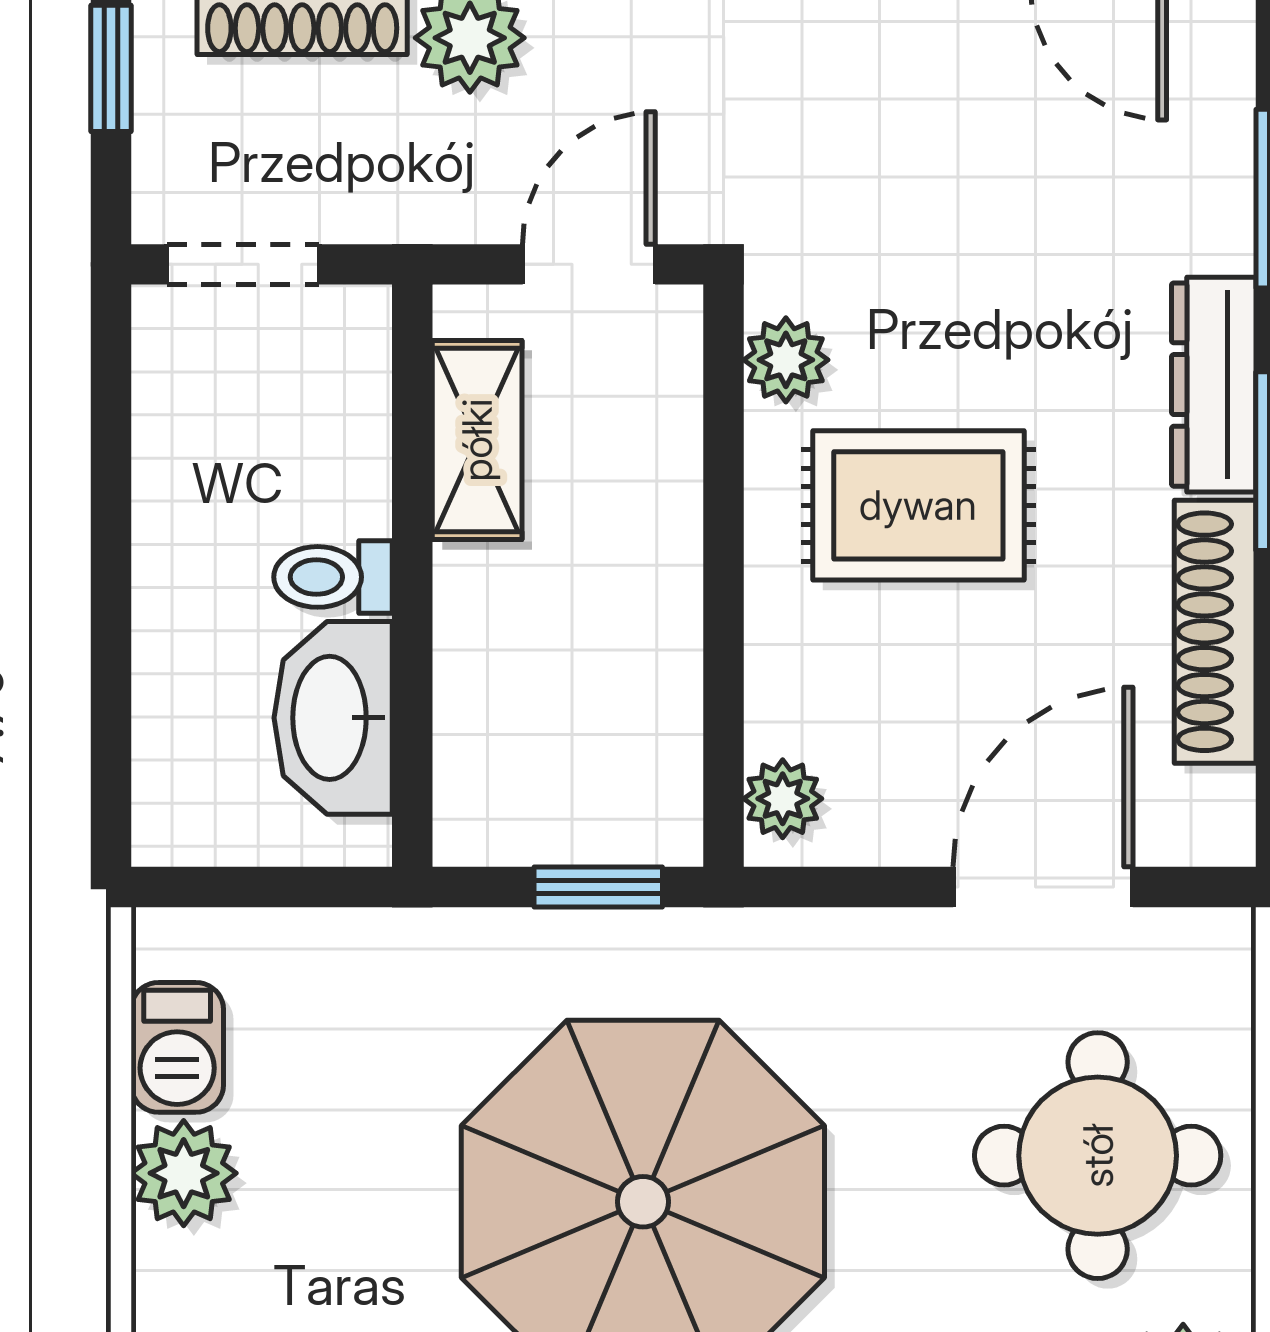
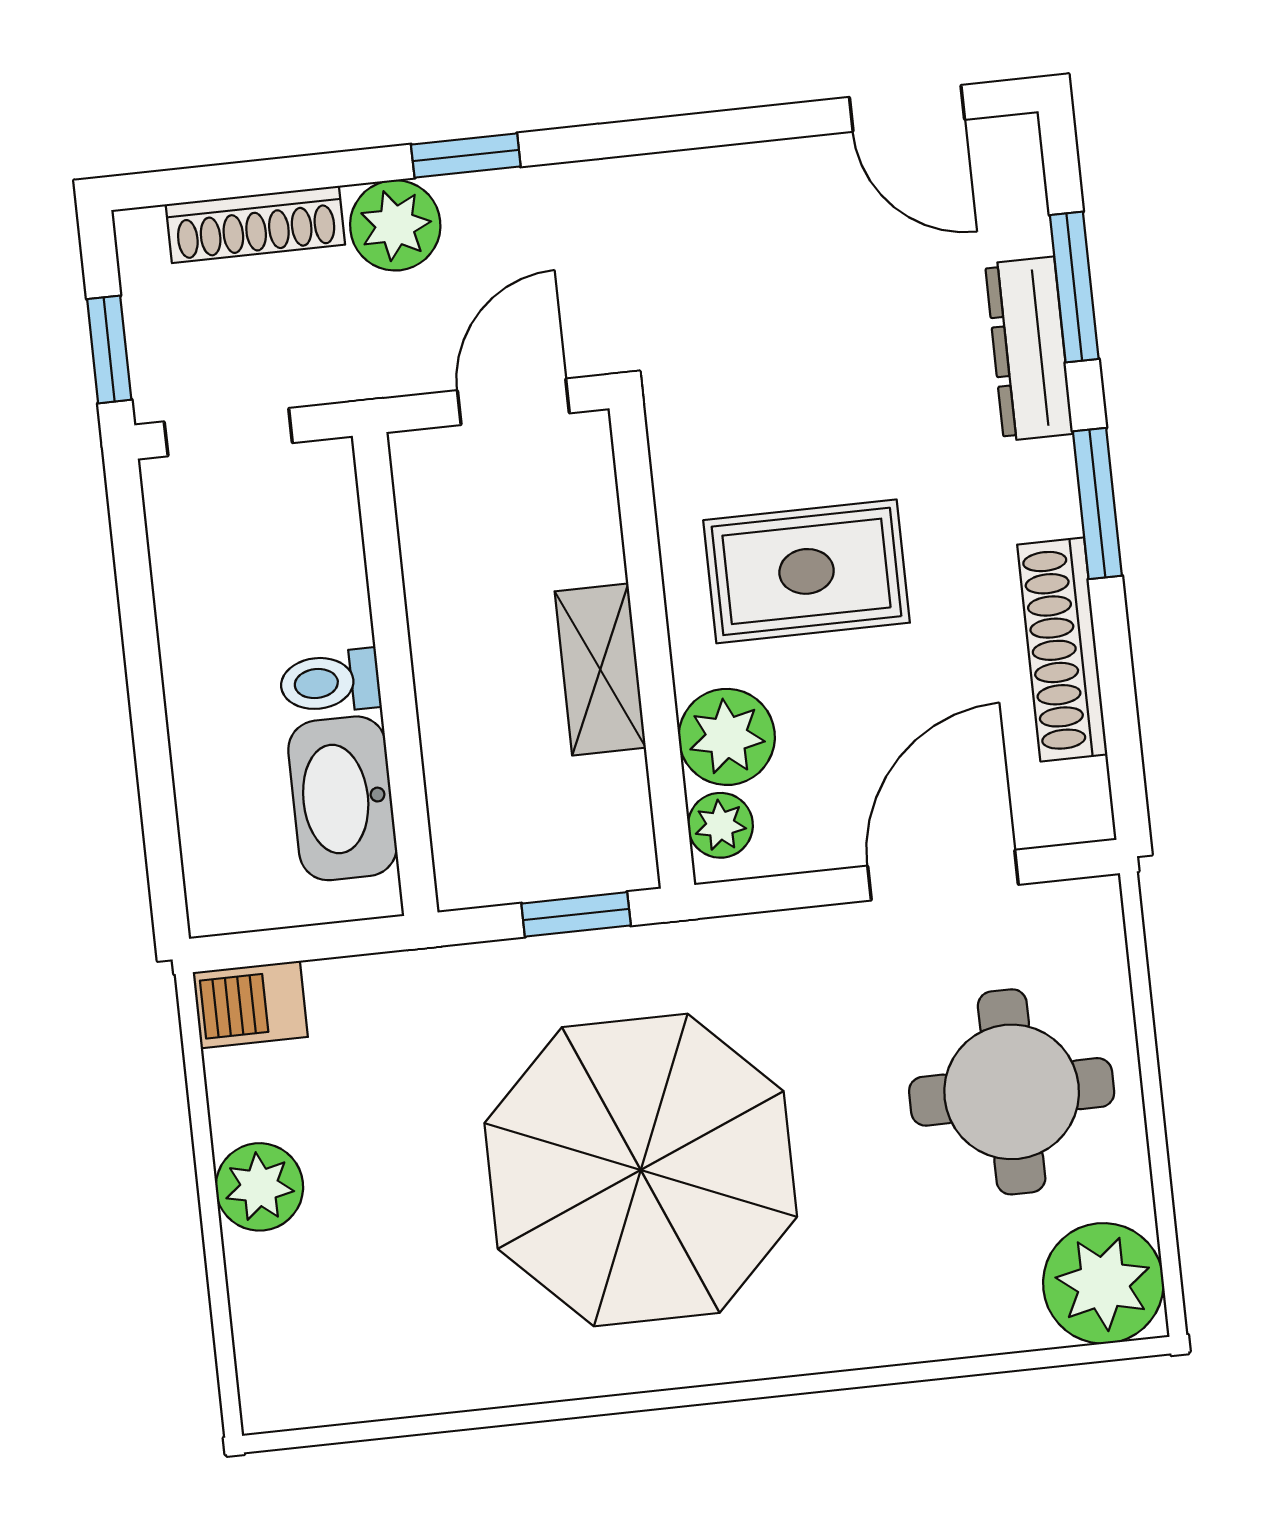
window: (111, 68) -> (109, 349), moved
plant: (786, 360) -> (727, 737), moved, width x1.38, depth x1.38
dresser: (1214, 385) -> (1029, 349), moved
shelving: (477, 440) -> (600, 669), moved
barbecue: (177, 1047) -> (250, 1005), moved, turned 90

